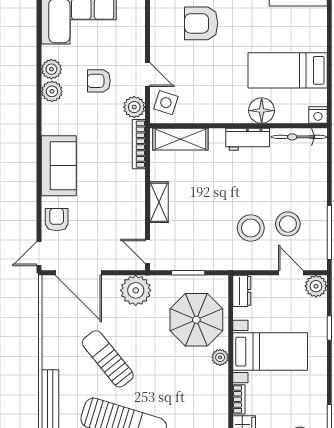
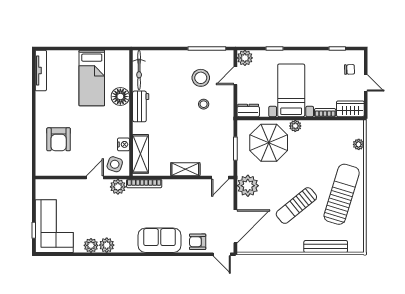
armchair: (99, 81) -> (99, 212), removed
nightstand: (318, 115) -> (124, 144), moved
stool: (251, 228) -> (204, 104), width x0.53, depth x0.53

